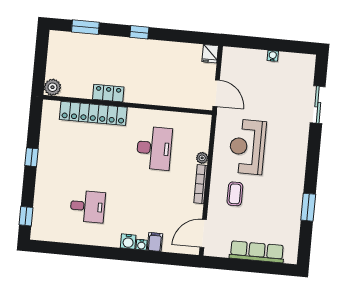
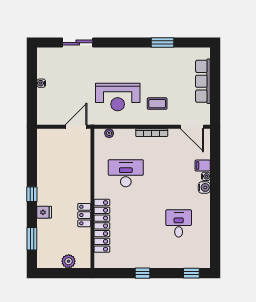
fridge: (210, 54) -> (44, 212), moved
plant: (52, 87) -> (69, 261), moved
plant: (202, 158) -> (109, 133), moved

